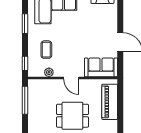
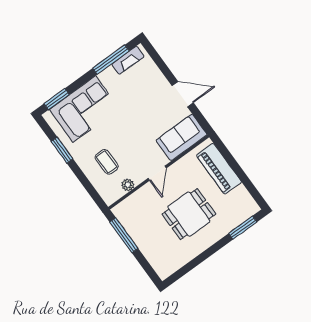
window: (25, 63) -> (94, 194), removed
door: (71, 78) -> (157, 173), hinge flipped

